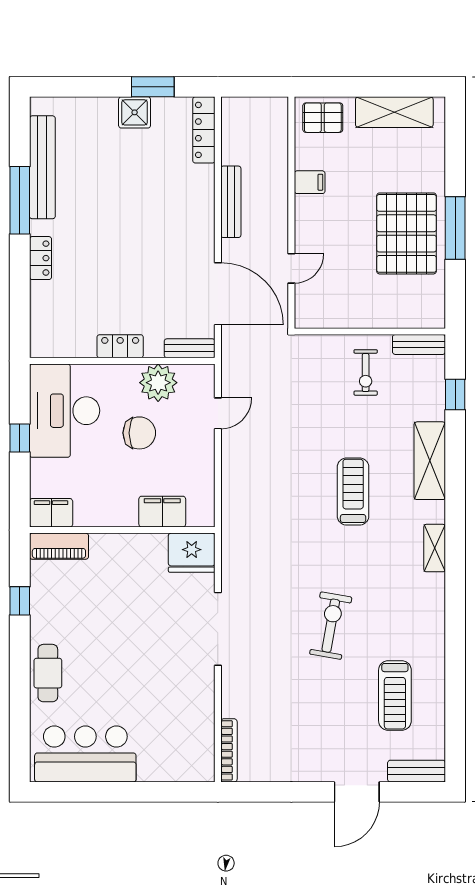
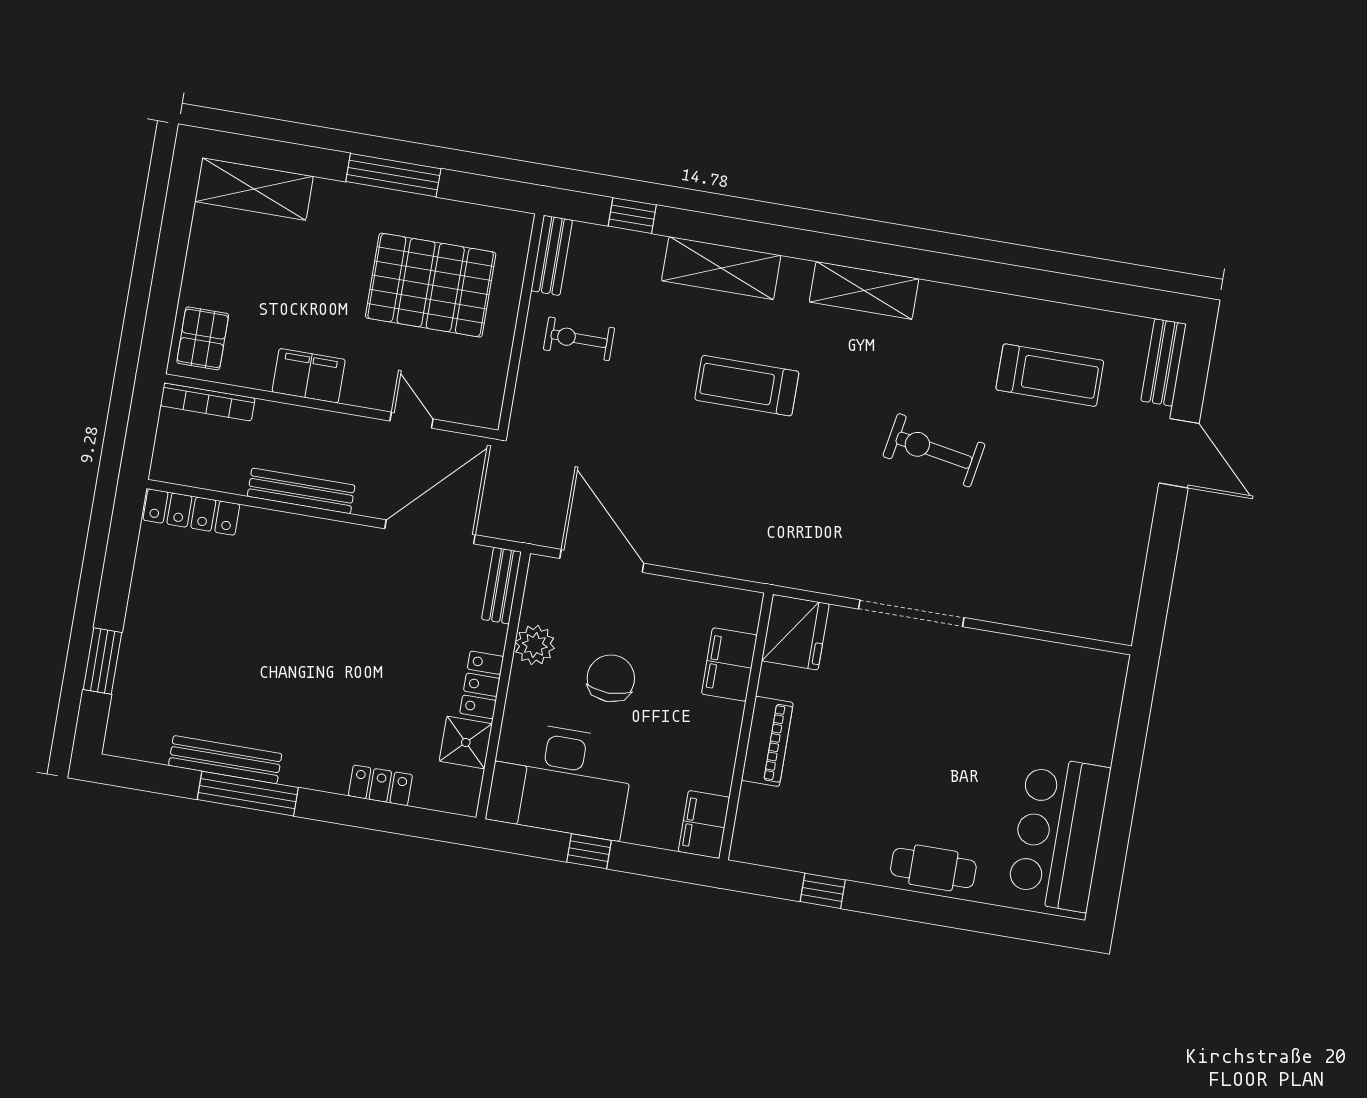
window: (153, 87) -> (103, 661), moved
shower: (135, 112) -> (466, 742), moved
shelving: (394, 112) -> (254, 189), moved, turned 90
bench: (42, 167) -> (225, 760), width x0.73, depth x0.82
filing cabinet: (310, 182) -> (309, 376), width x2.00
pallet: (407, 233) -> (431, 285), moved
locker: (40, 258) -> (380, 785), moved
exercise bike: (366, 372) -> (579, 339), turned 180
plant: (158, 383) -> (535, 645), width x0.73, depth x0.73
door: (218, 413) -> (602, 561), width x1.87
piano: (59, 546) -> (767, 741), moved
shelving: (435, 548) -> (864, 290), width x1.50, depth x1.33
bookcase: (229, 750) -> (208, 402), moved, turned 180

